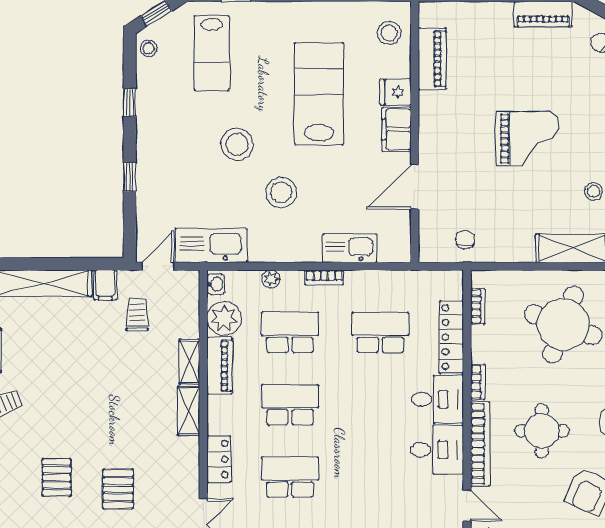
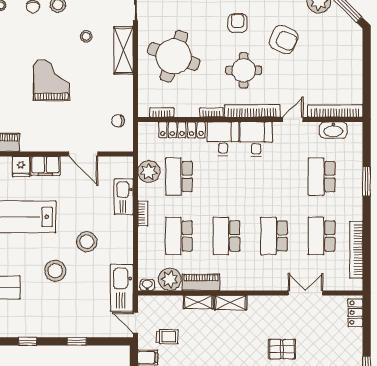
plant: (271, 279) -> (149, 172), moved, width x1.87, depth x1.87
trolley: (137, 315) -> (167, 337), turned 180
locker: (219, 459) -> (262, 283), removed

